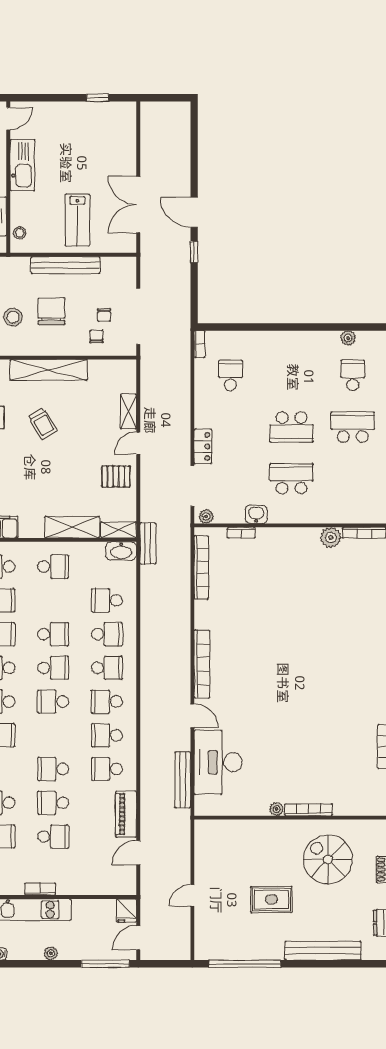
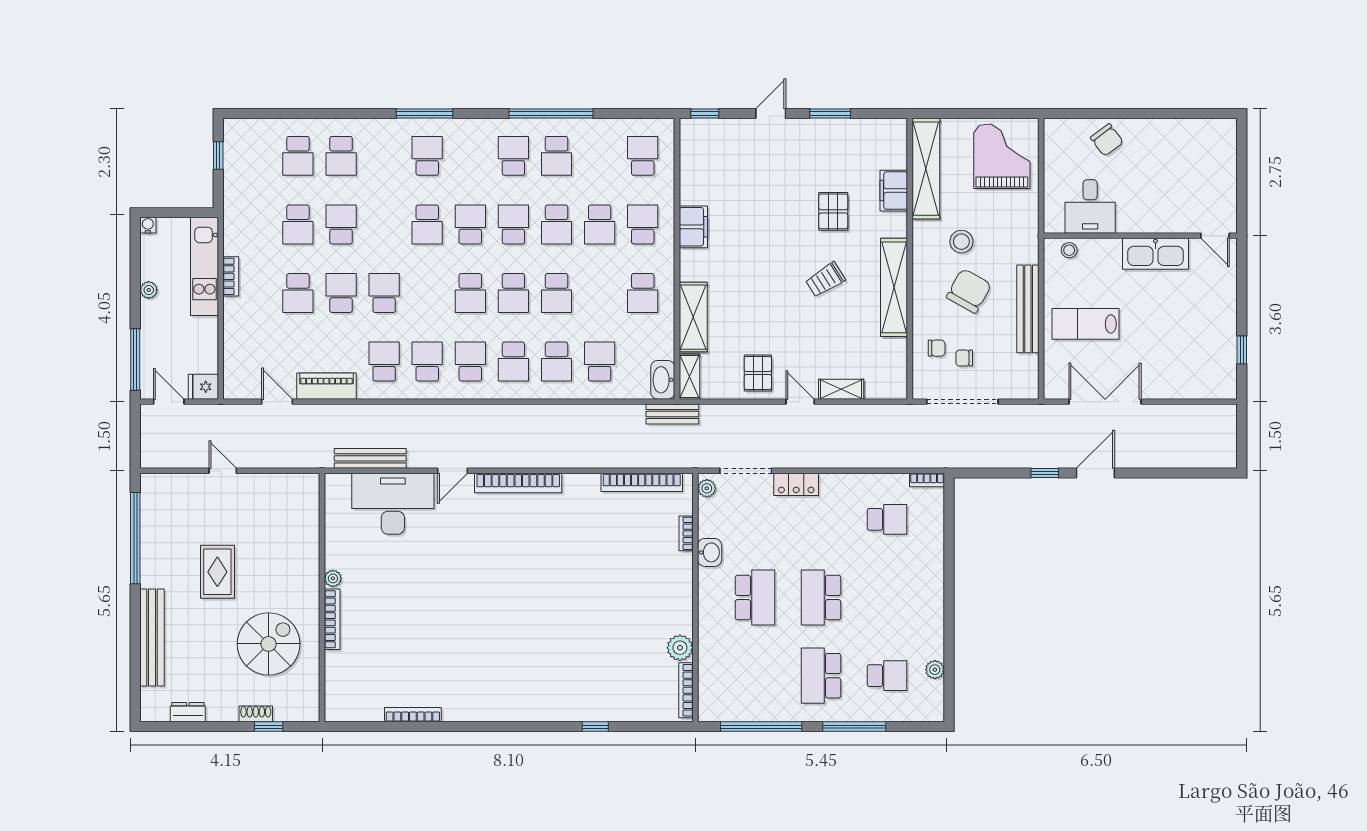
chair: (51, 311) -> (969, 291), turned -61
school desk: (353, 427) -> (821, 676), turned 180
school desk: (53, 702) -> (470, 293), turned 180

